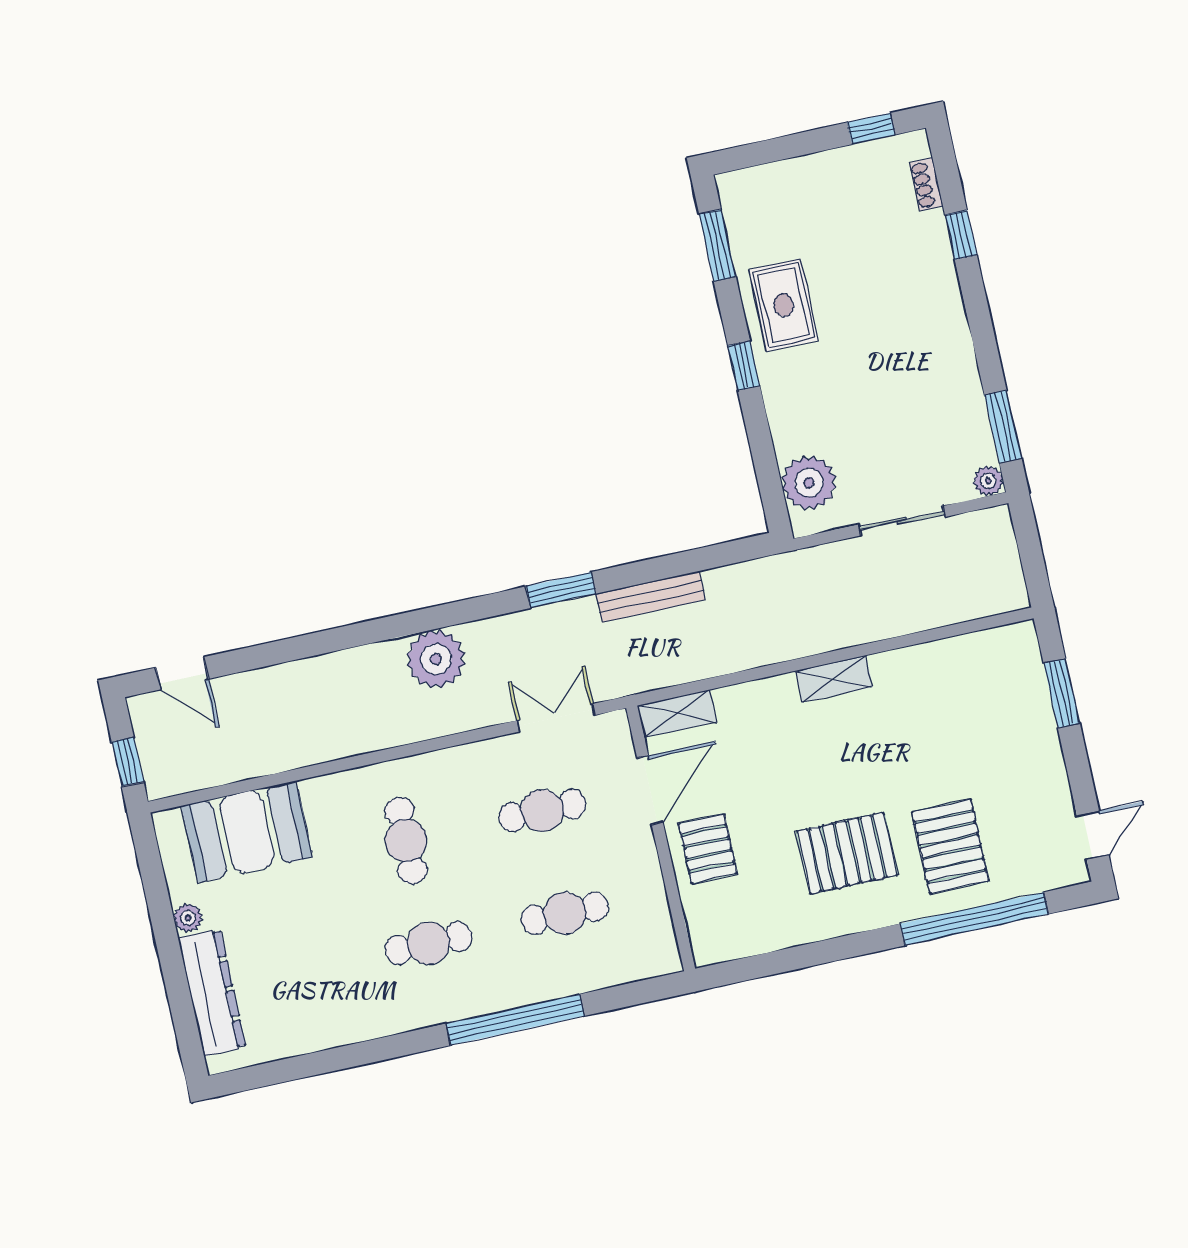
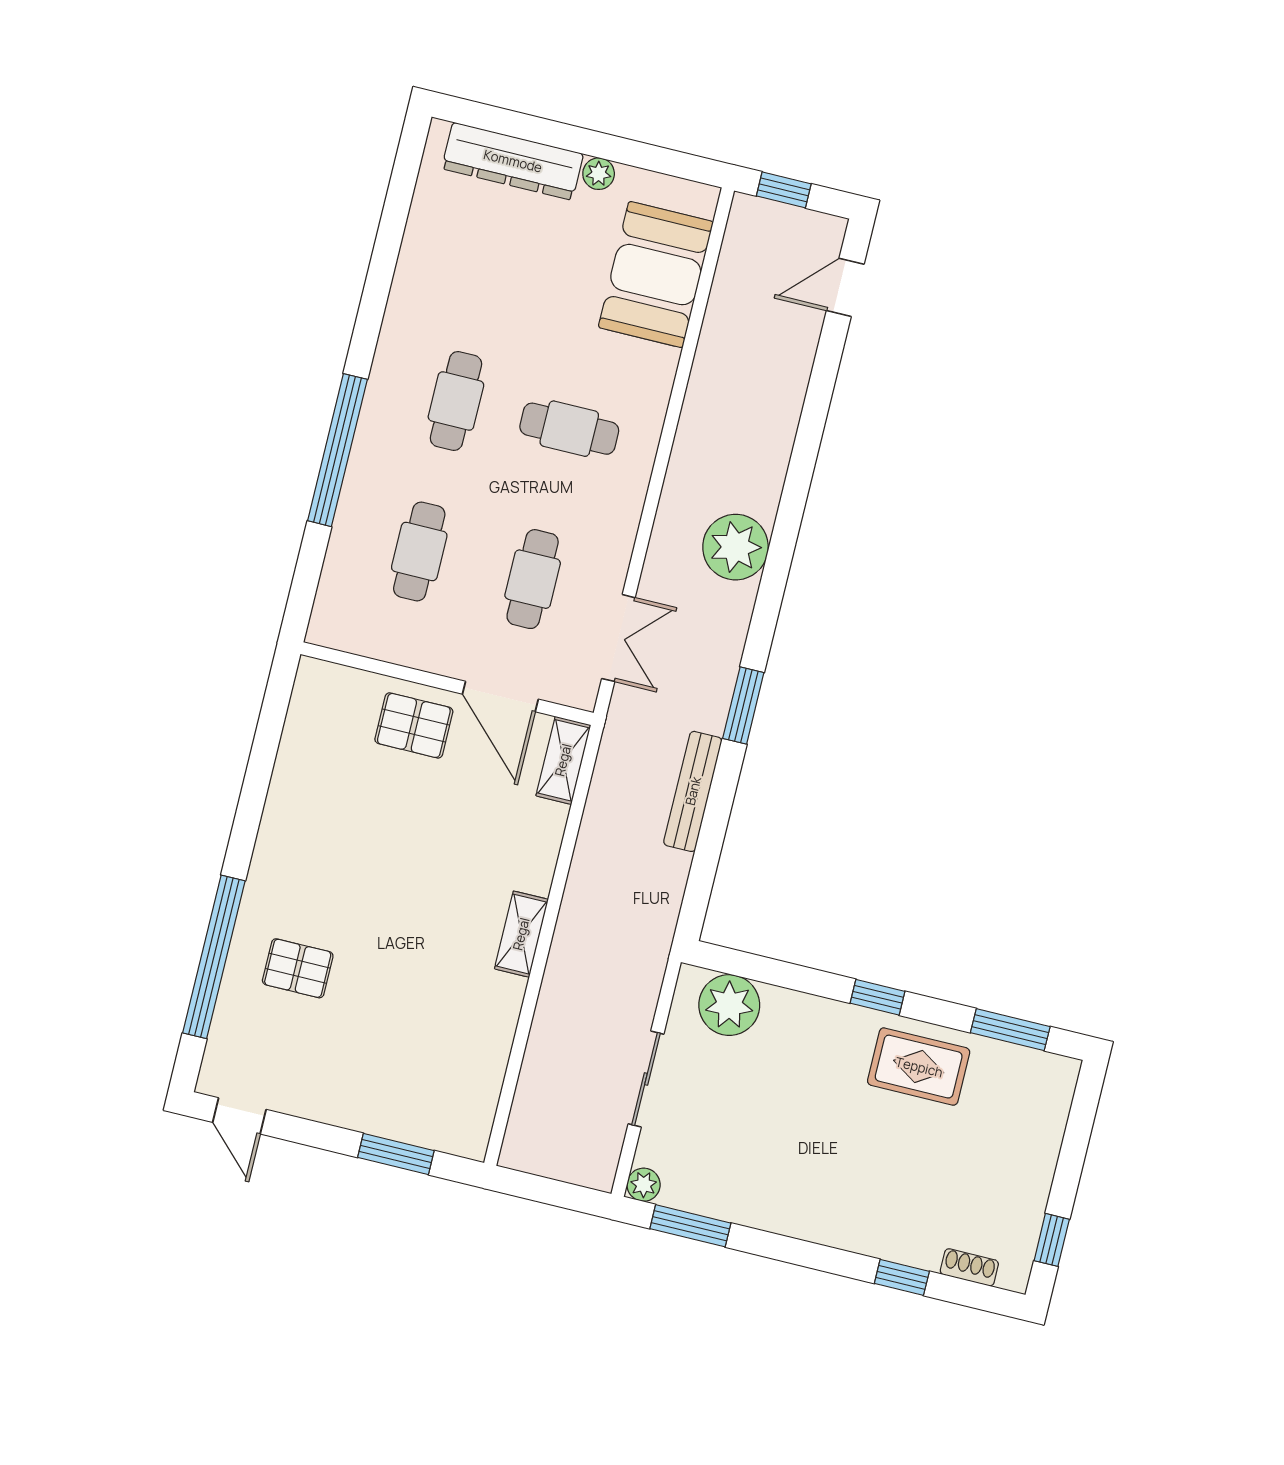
pallet: (950, 846) -> (298, 968), width x0.67, depth x0.71
pallet: (847, 853) -> (342, 862), removed

